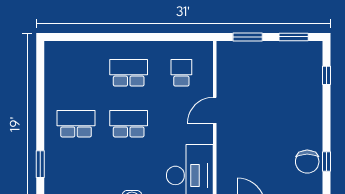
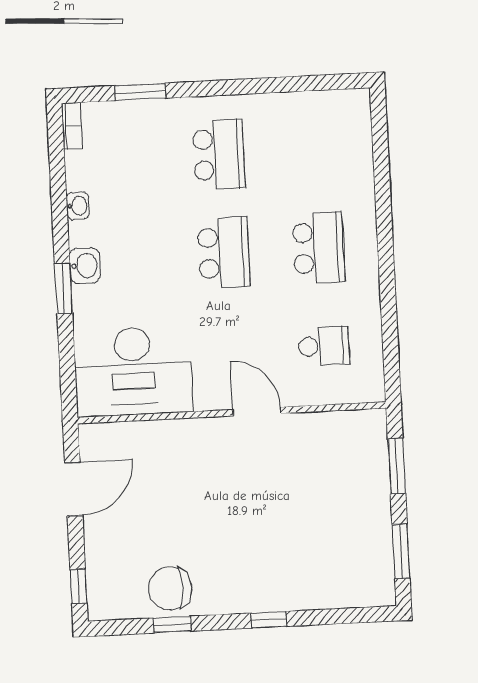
window: (327, 75) -> (269, 620), moved

